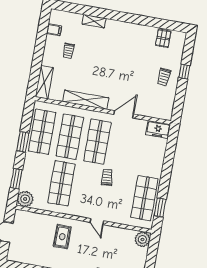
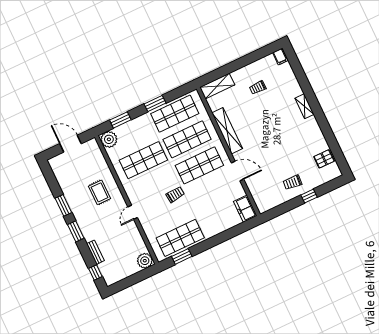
shelving: (94, 21) -> (304, 106), moved
filing cabinet: (54, 30) -> (280, 57), moved
rug: (62, 237) -> (100, 192), turned 90

